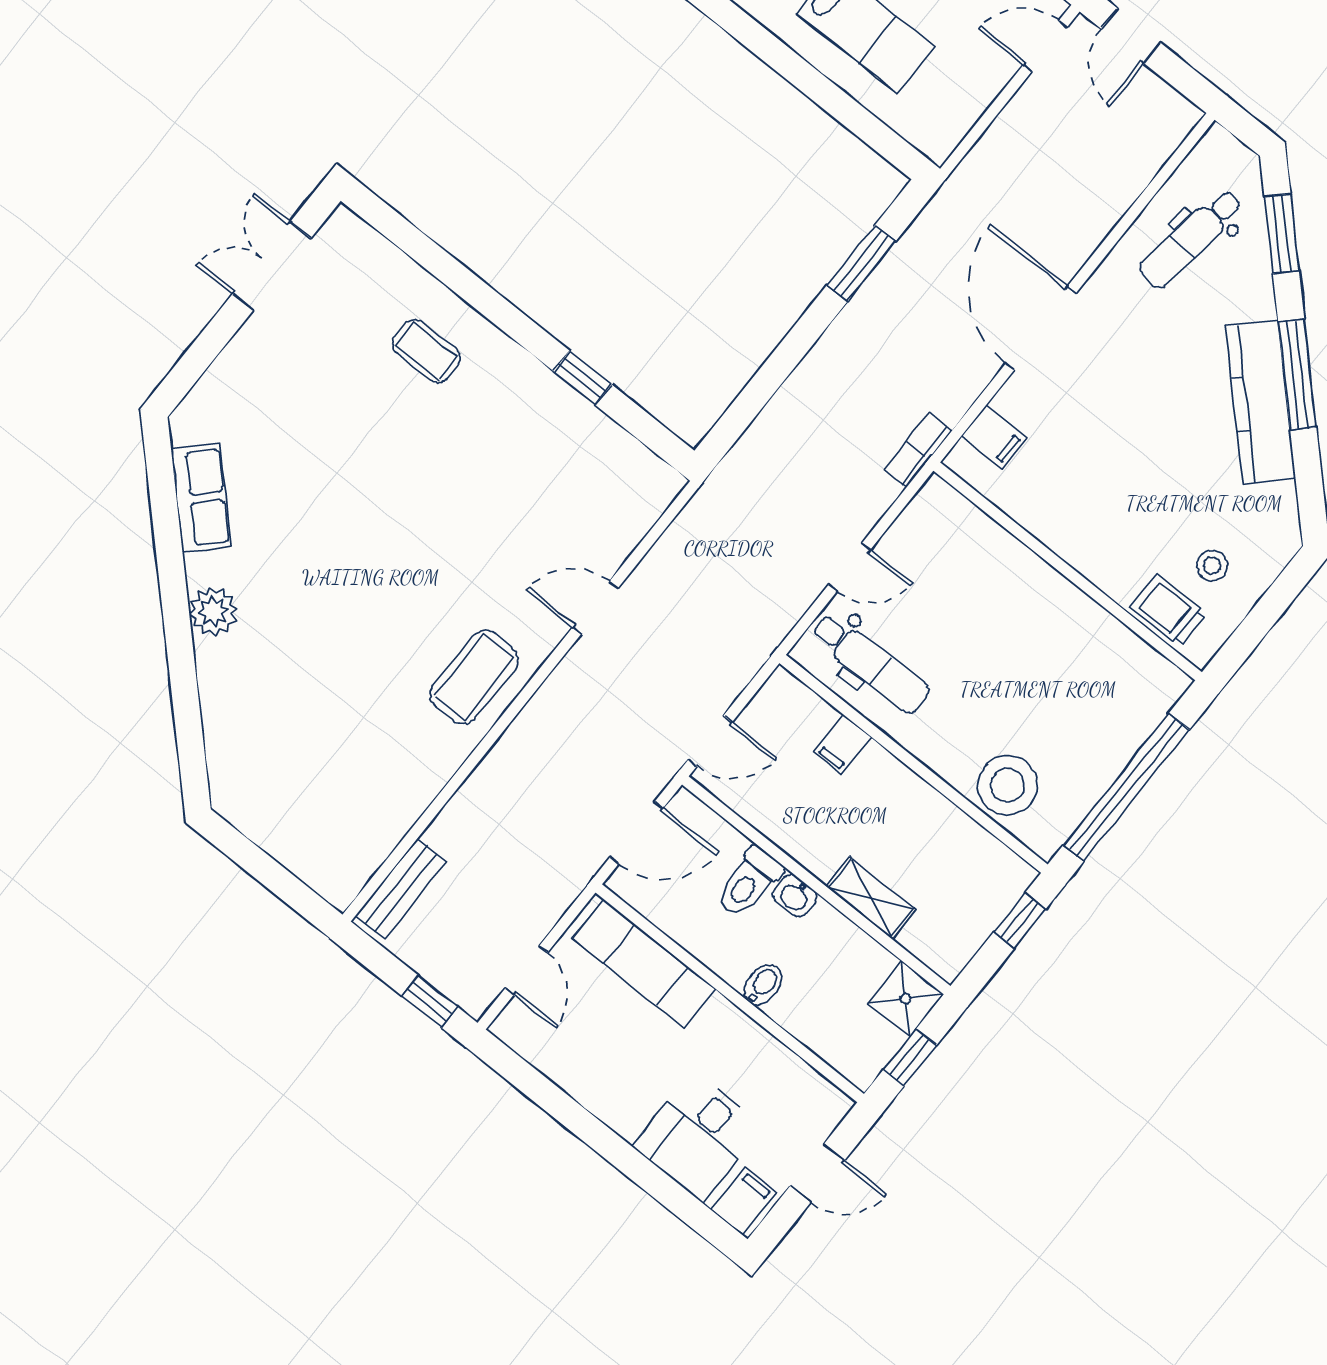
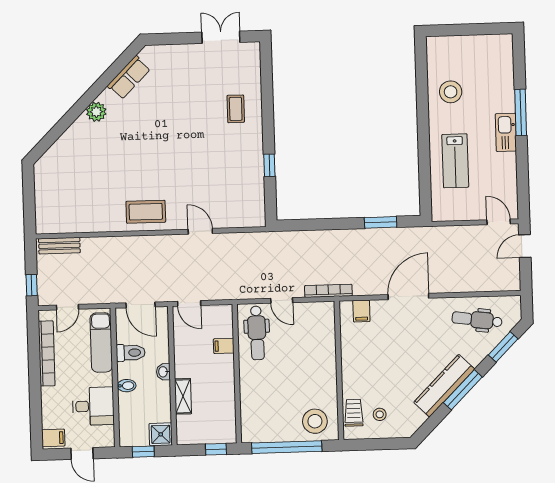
bookcase: (918, 450) -> (328, 291), width x1.56
stool: (1007, 785) -> (315, 421), moved
toilet: (749, 882) -> (131, 353), moved, turned 180
bookcase: (579, 1081) -> (47, 353), added
desk: (698, 1136) -> (93, 406), moved, turned 180

